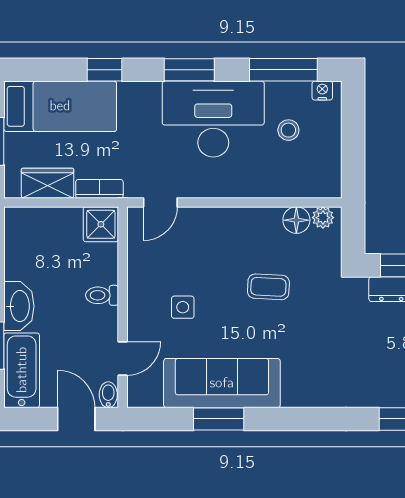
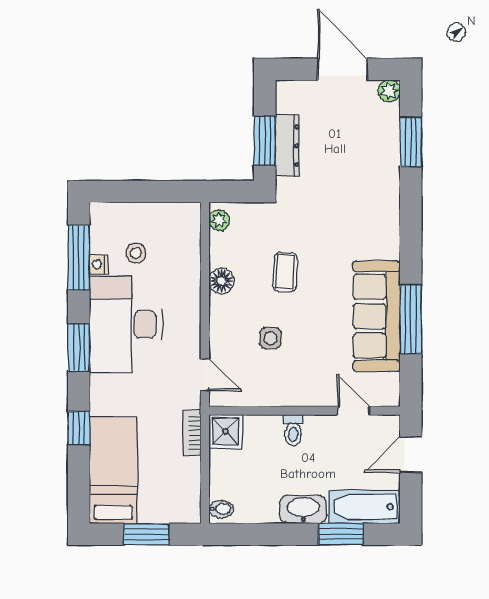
nightstand: (322, 91) -> (98, 264), moved
wardrobe: (47, 183) -> (186, 482), removed
floor lamp: (296, 220) -> (222, 281), moved
side table: (183, 307) -> (270, 338), moved
bidet: (108, 395) -> (221, 509), moved, turned 180
window: (219, 419) -> (411, 319), width x1.44

